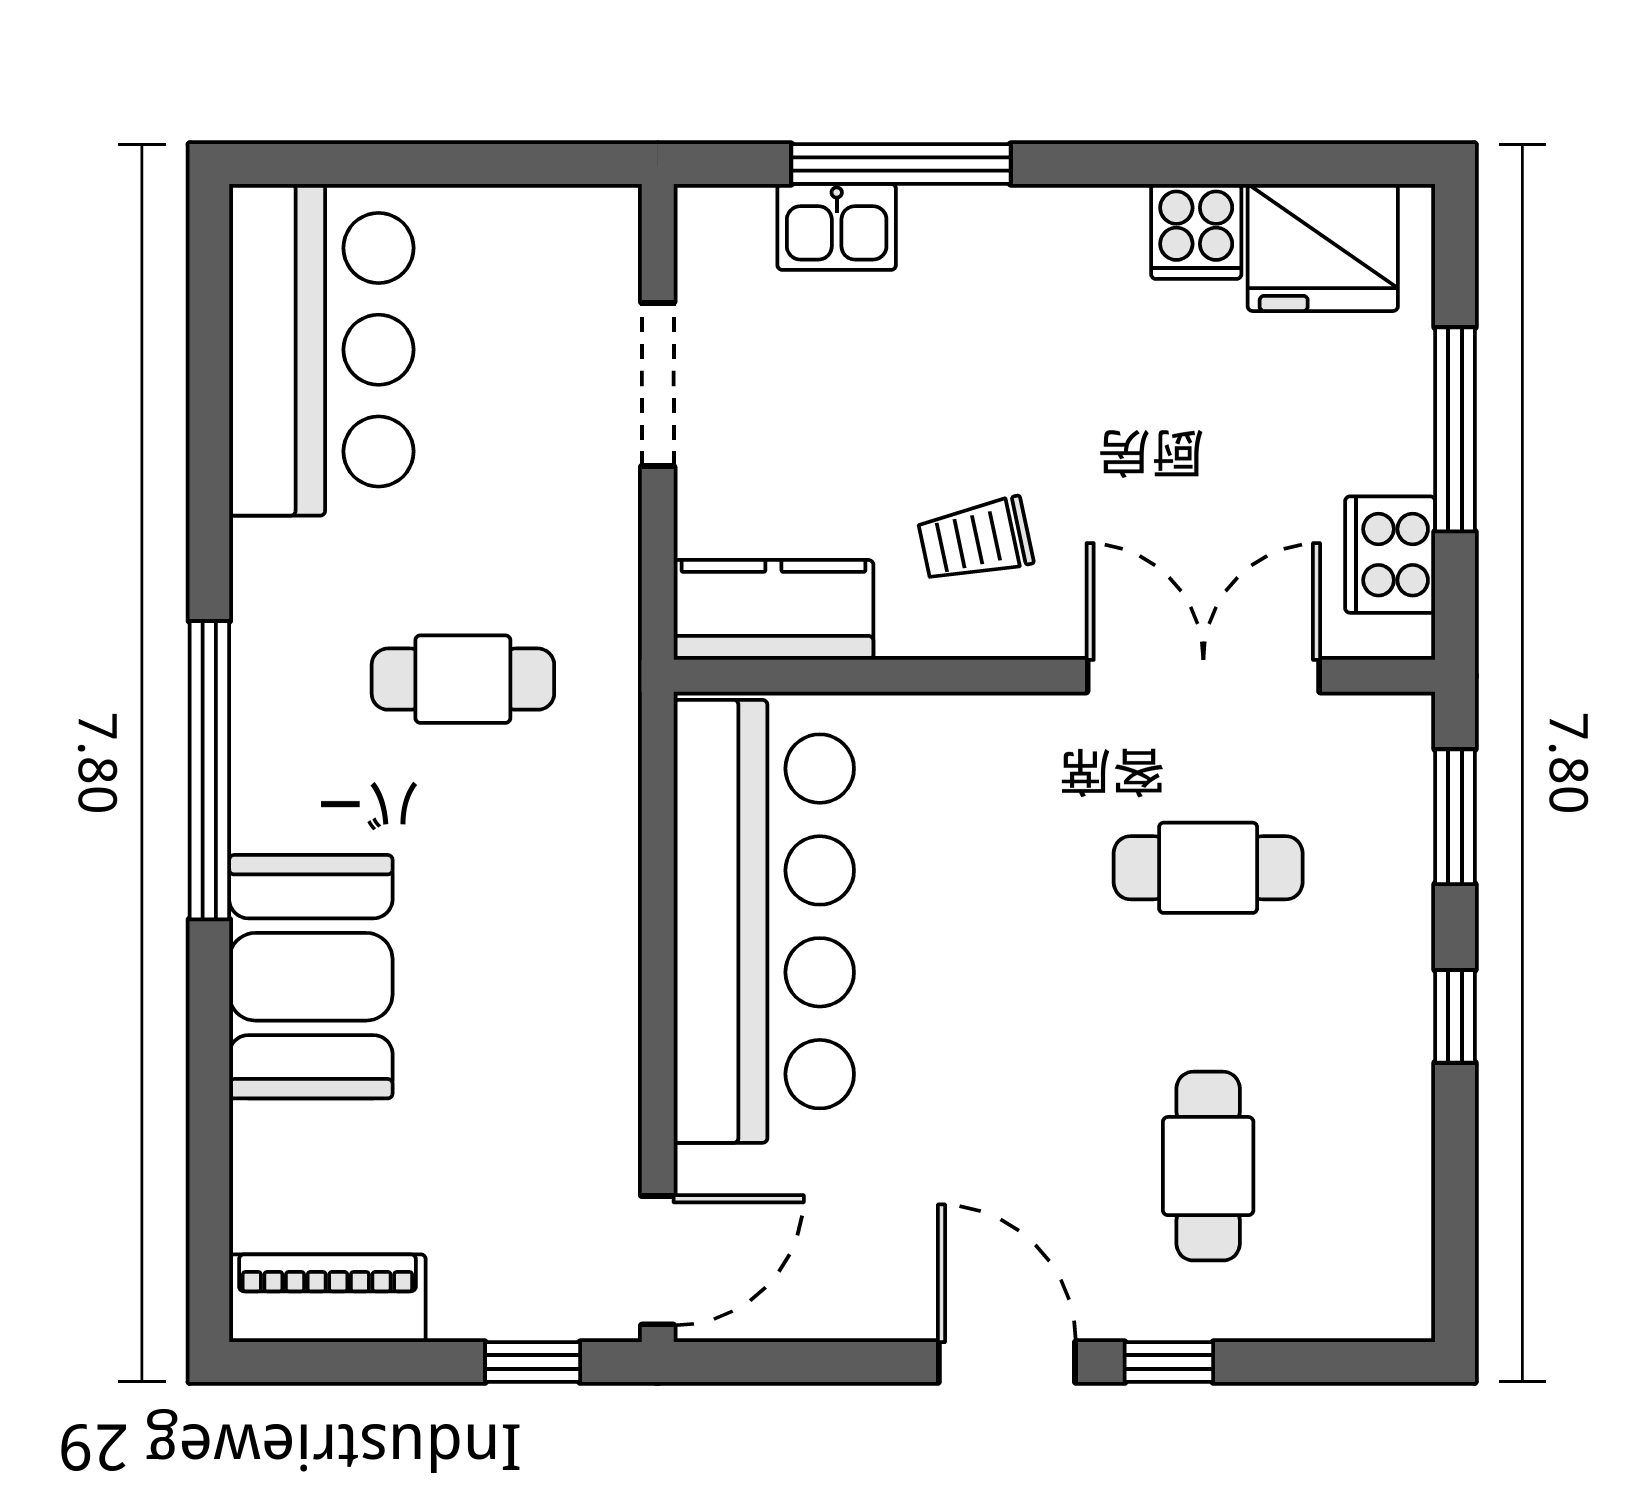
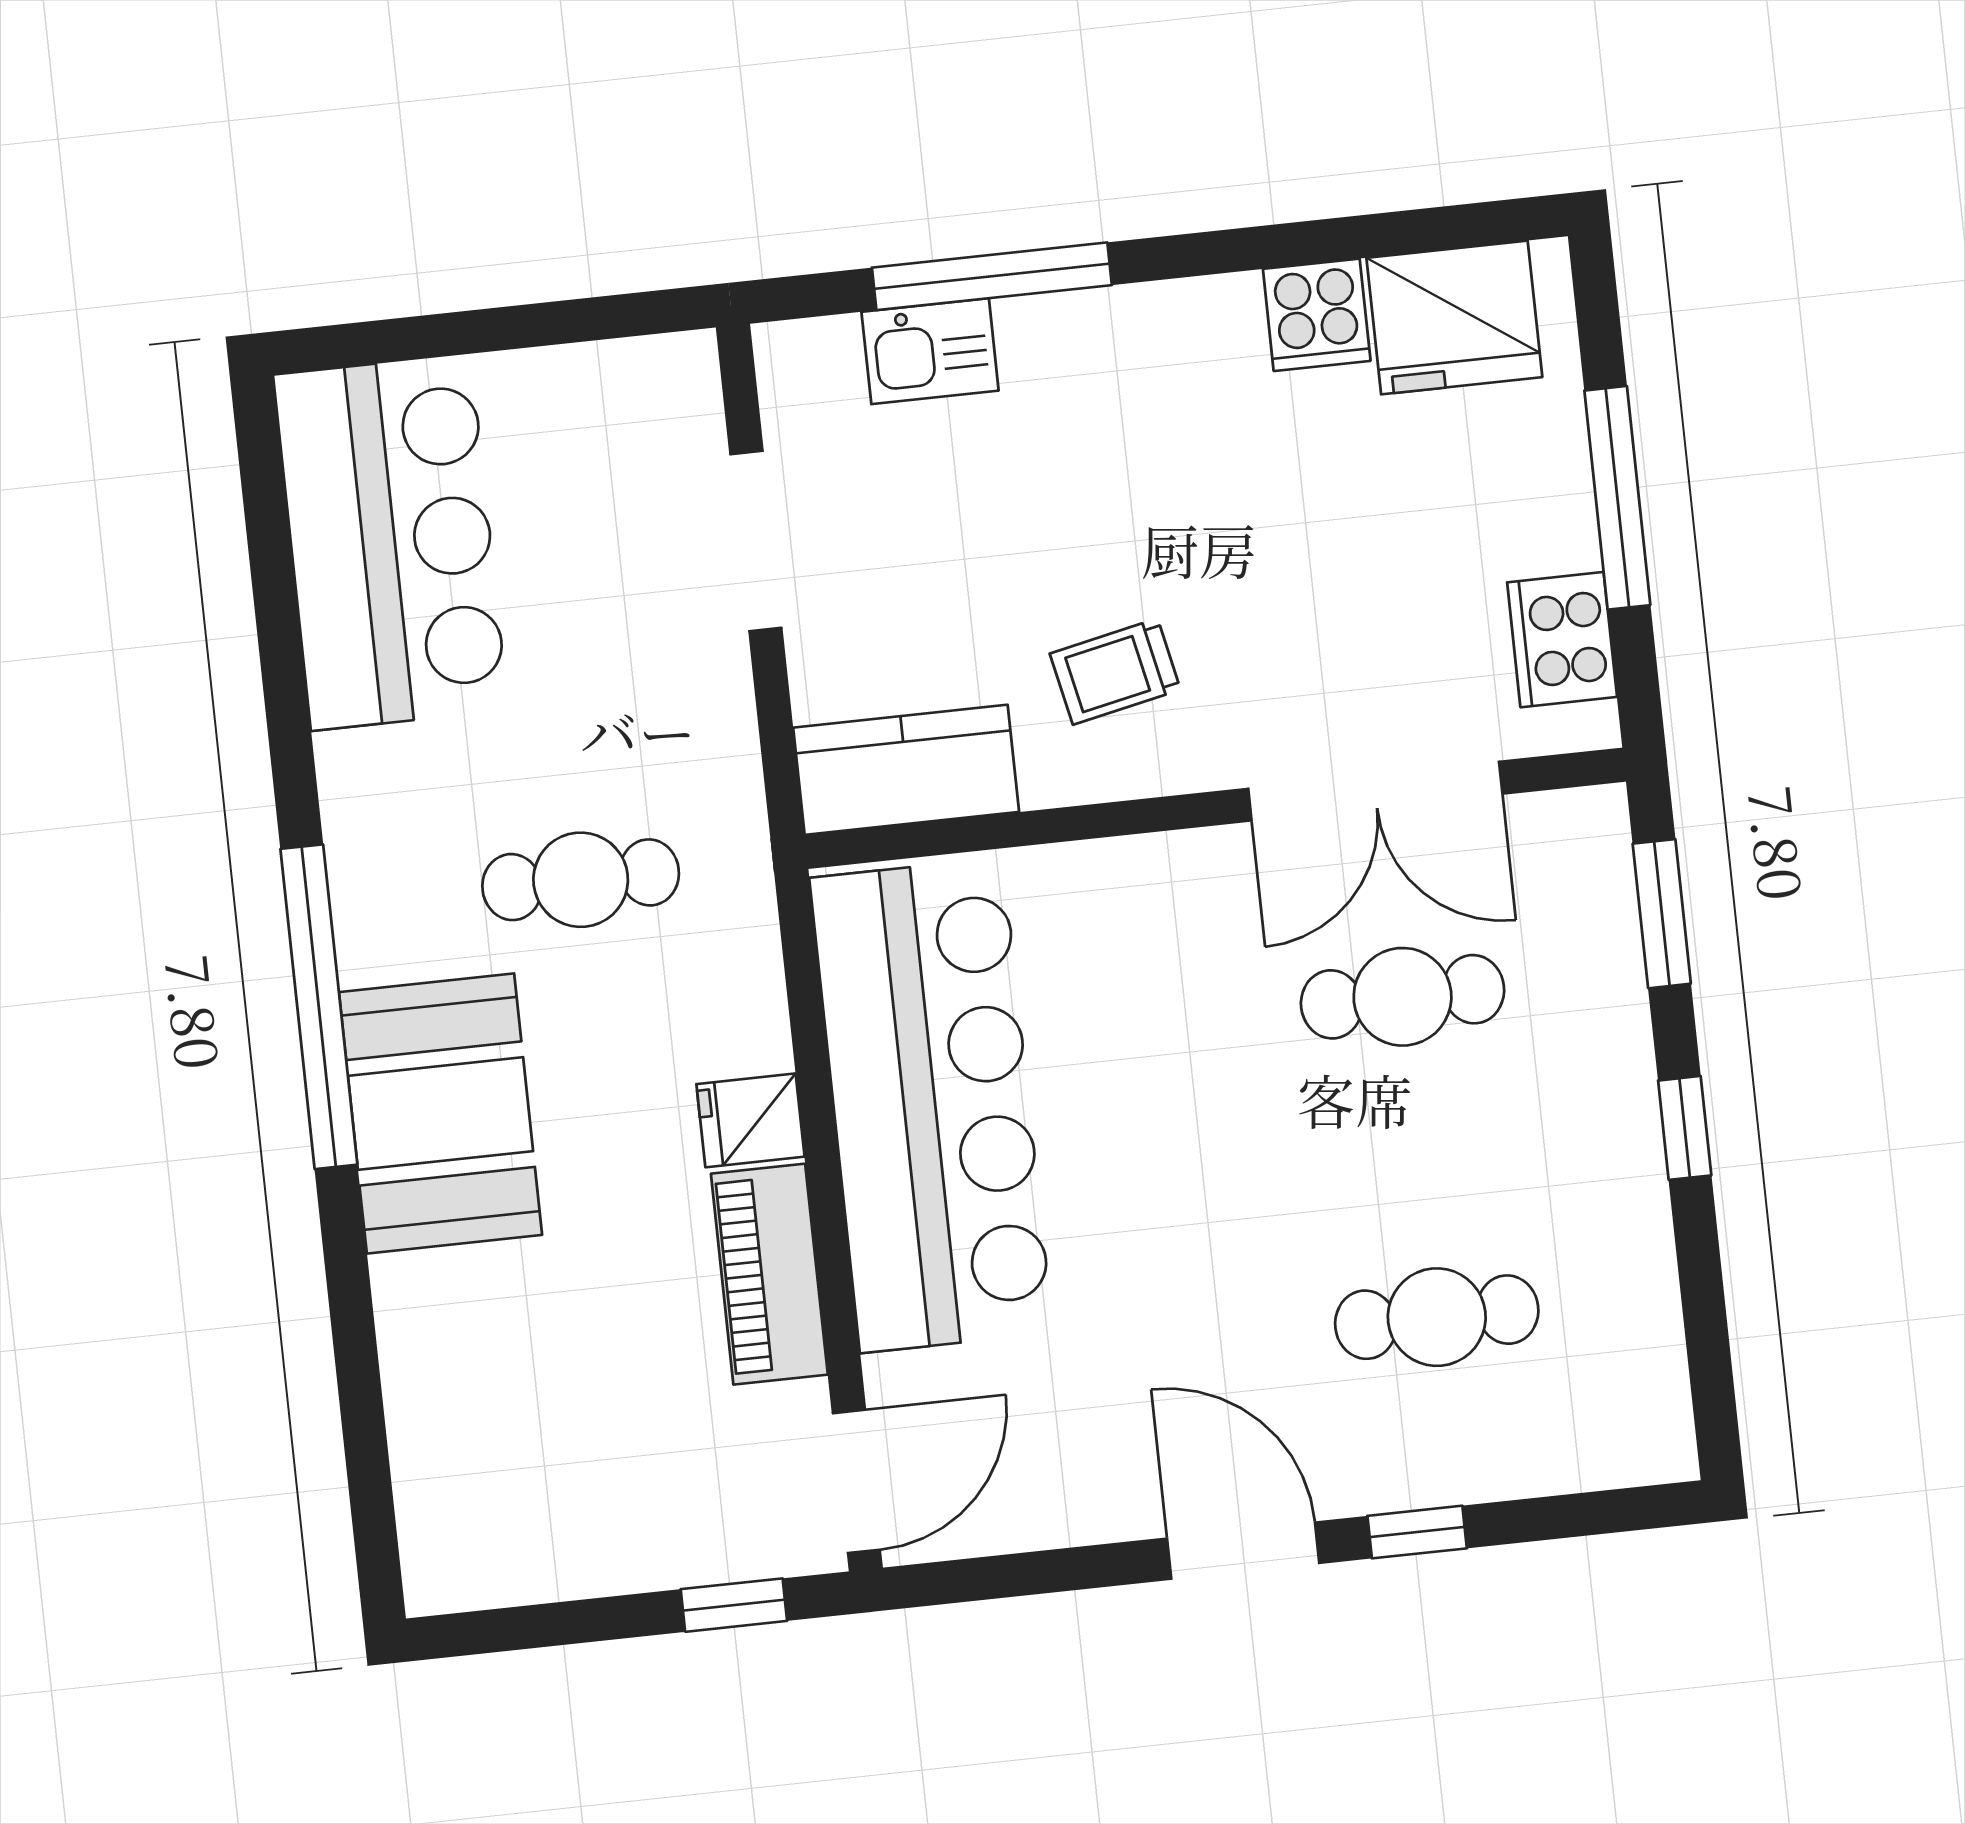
double door: (1203, 676) -> (1375, 791), swing flipped
fridge: (596, 917) -> (750, 1120), added
booth: (311, 977) -> (440, 1113), moved
cafe table: (1208, 1166) -> (1437, 1317), turned 90
piano: (327, 1298) -> (769, 1274), moved, turned -90

